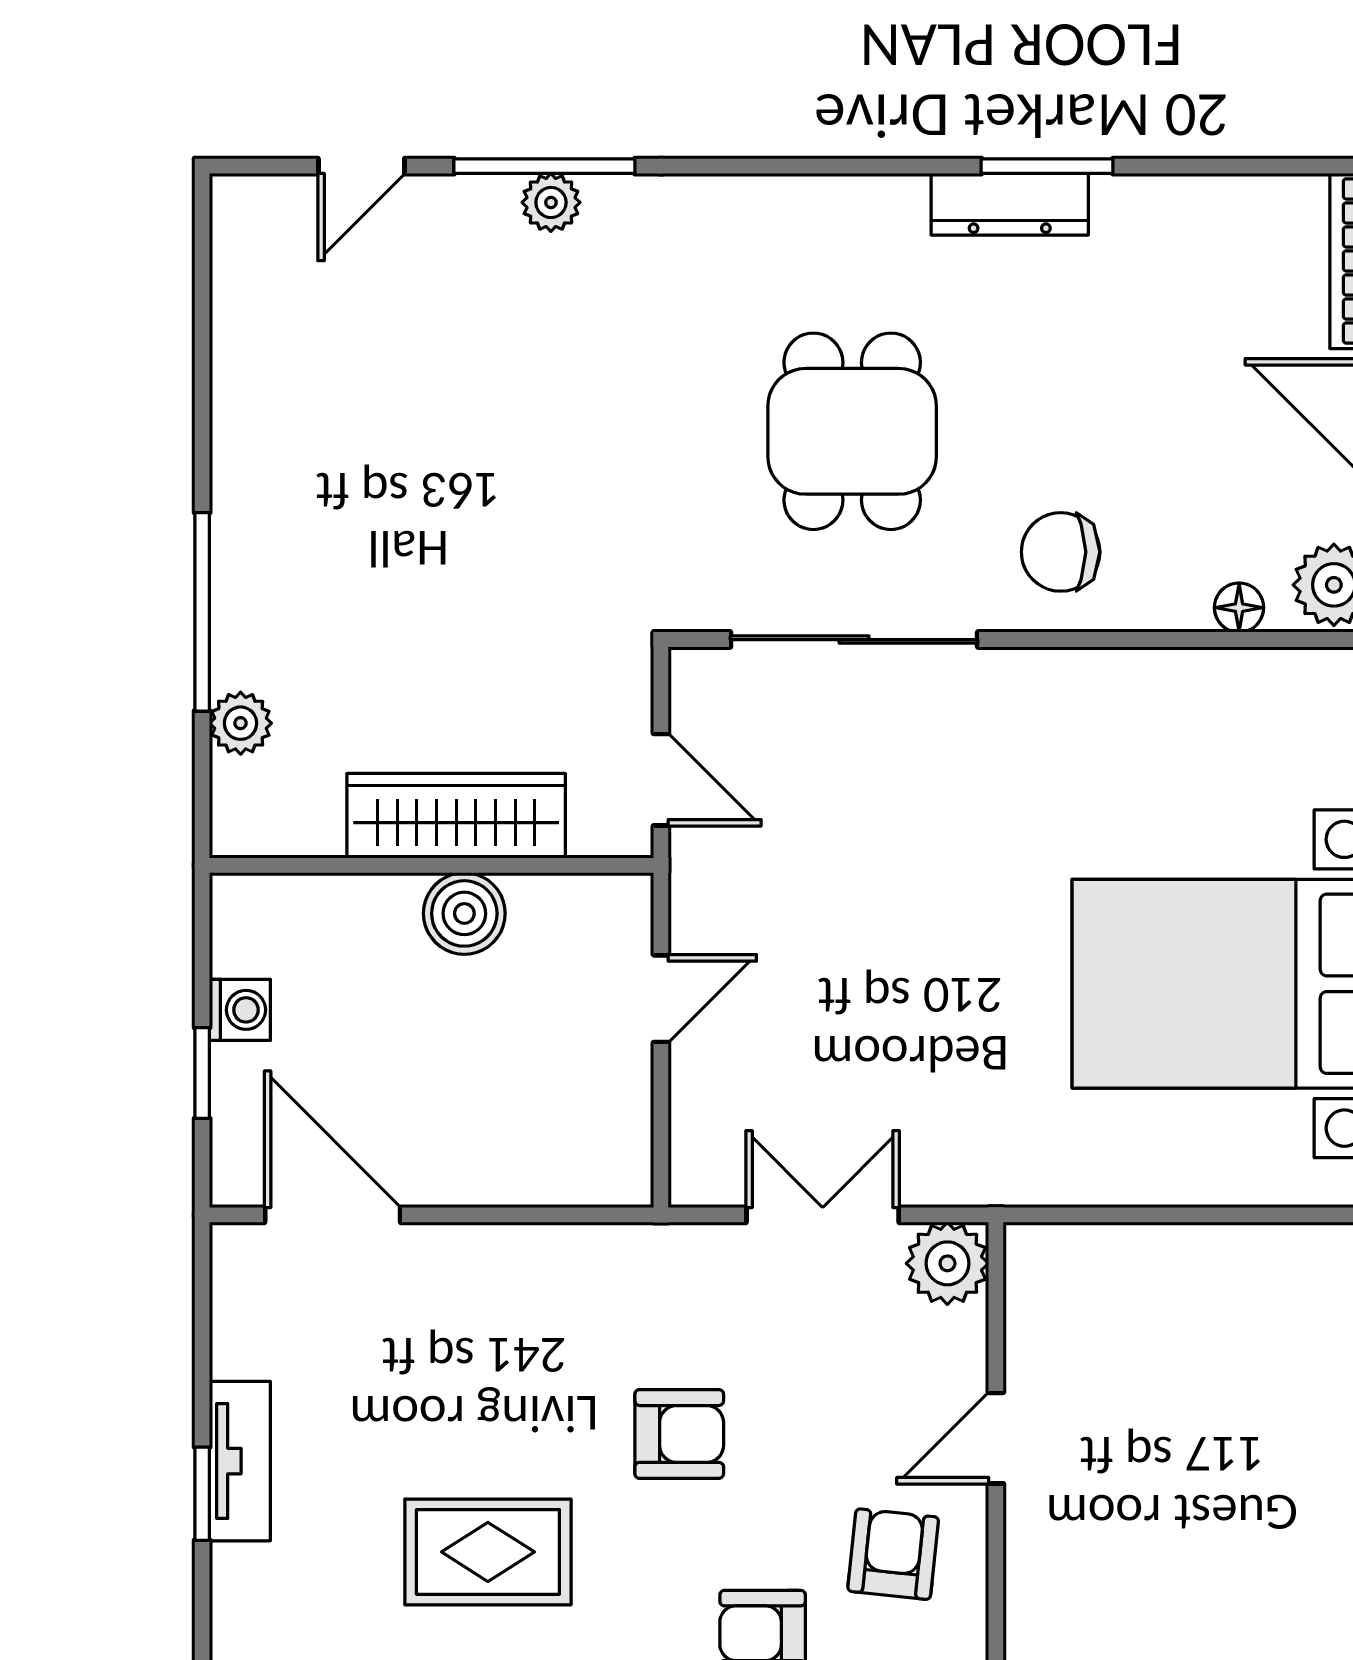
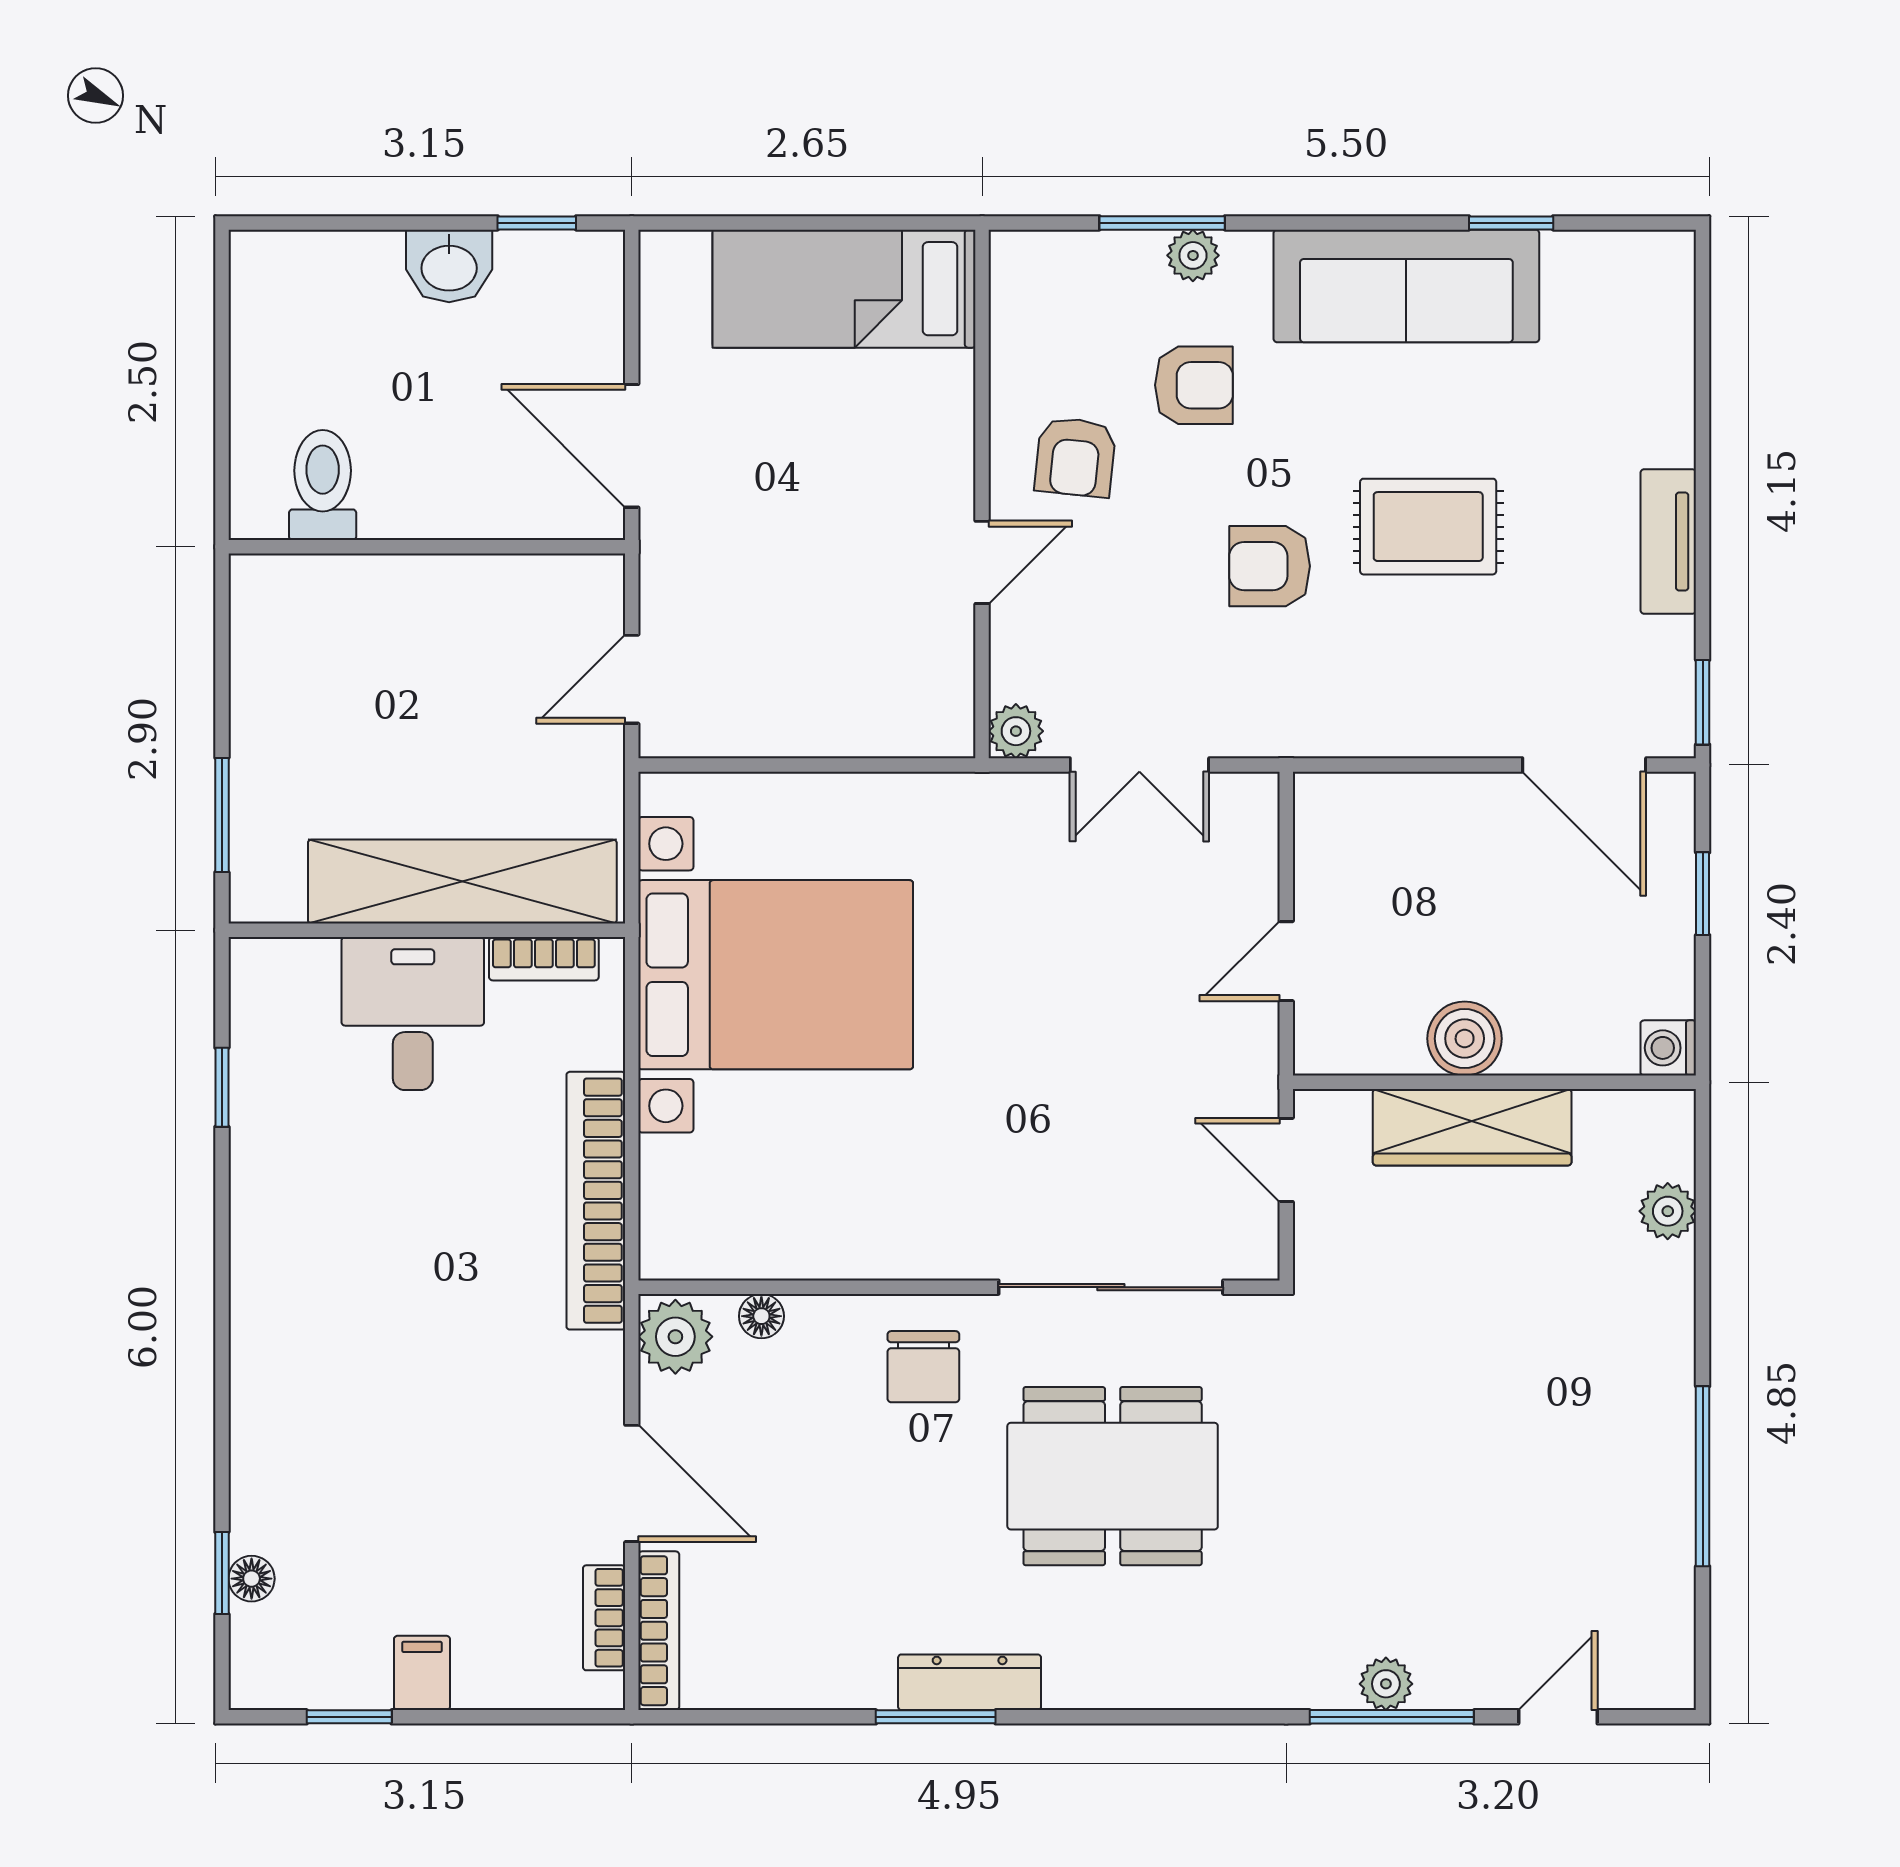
dining table: (852, 431) -> (1113, 1476), width x1.37
chair: (1061, 552) -> (923, 1367), turned 90
window: (202, 612) -> (1703, 1476), moved
washing machine: (240, 1010) -> (1668, 1048), moved
plant: (947, 1263) -> (1016, 731), width x0.73, depth x0.73
window: (202, 1494) -> (1703, 702), moved
rug: (488, 1552) -> (1428, 527), moved

